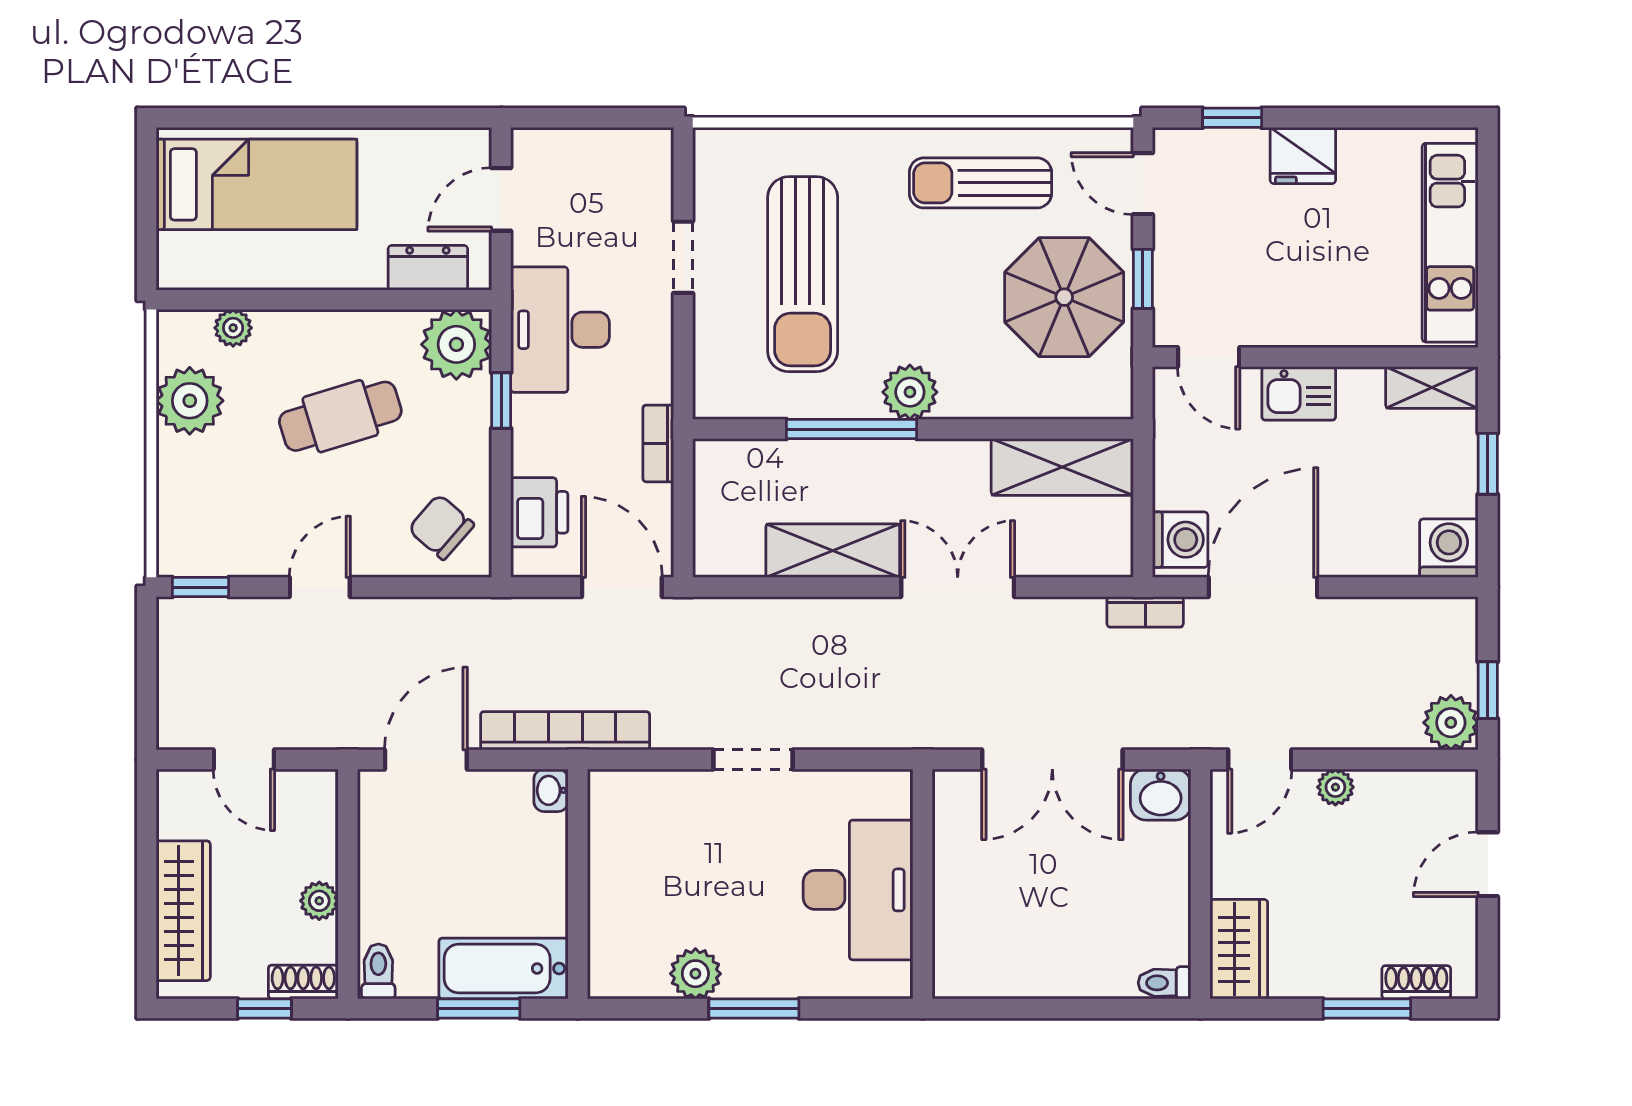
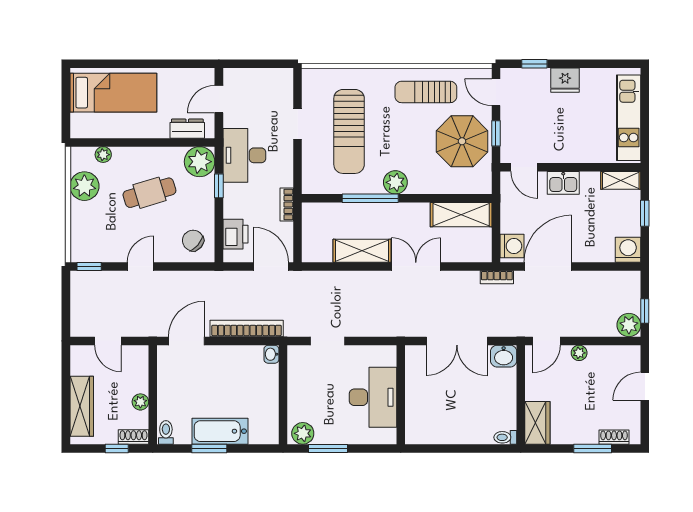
washbasin: (551, 790) -> (271, 354), moved
wall: (578, 884) -> (283, 395), moved

